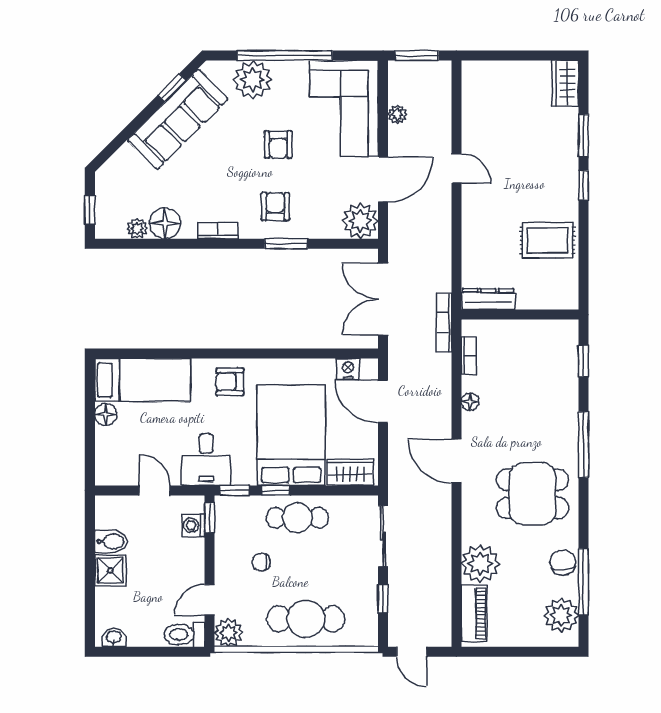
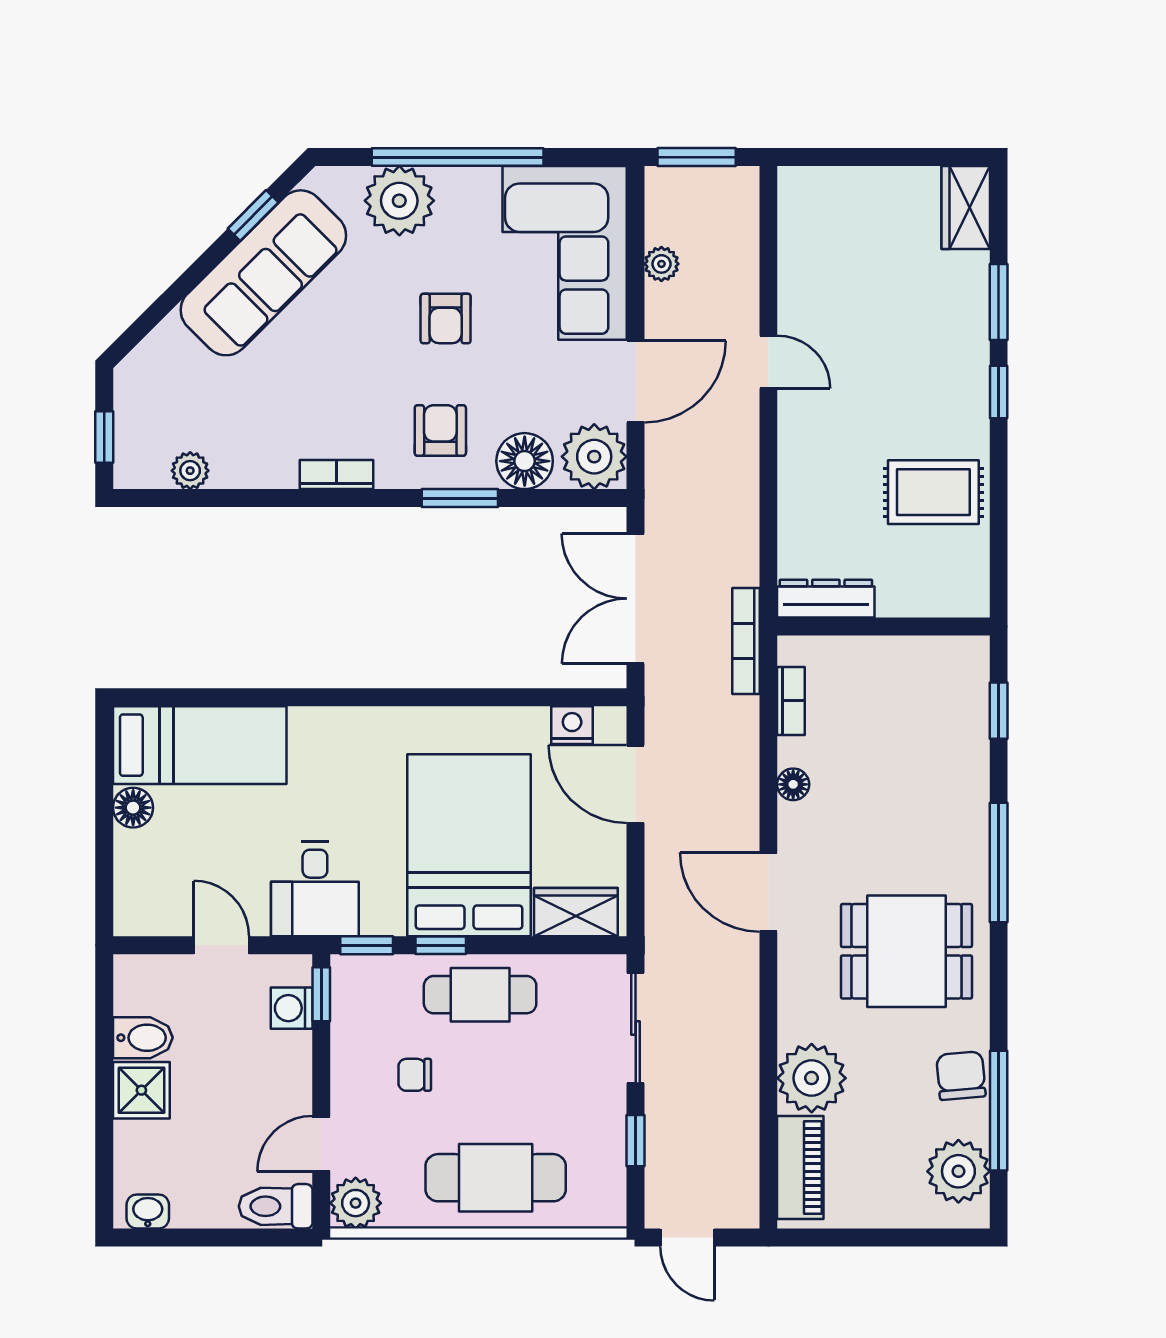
floor lamp: (165, 223) -> (525, 461), moved
armchair: (230, 382) -> (358, 748), removed

